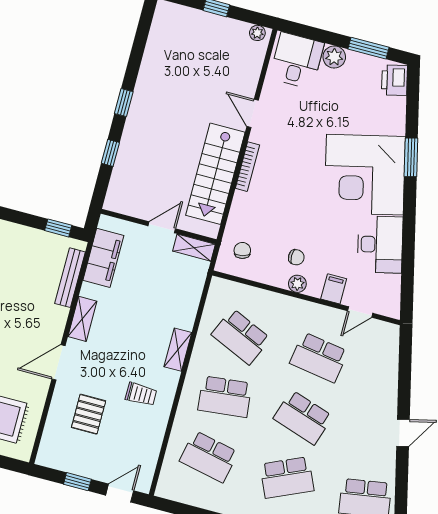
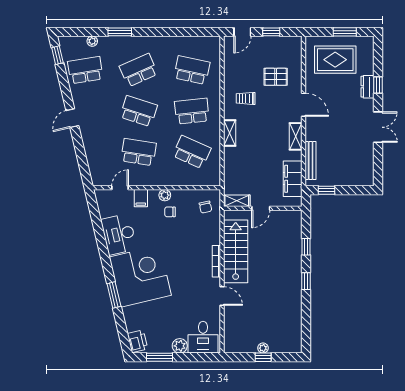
plant: (257, 33) -> (263, 348), moved
door: (58, 362) -> (304, 105), hinge flipped
pallet: (89, 414) -> (276, 77), turned 90

